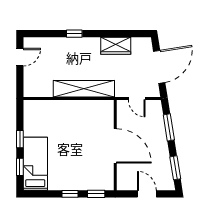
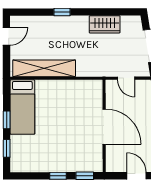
shelving: (84, 89) -> (44, 68), moved
bed: (35, 164) -> (22, 107), moved, turned 180

